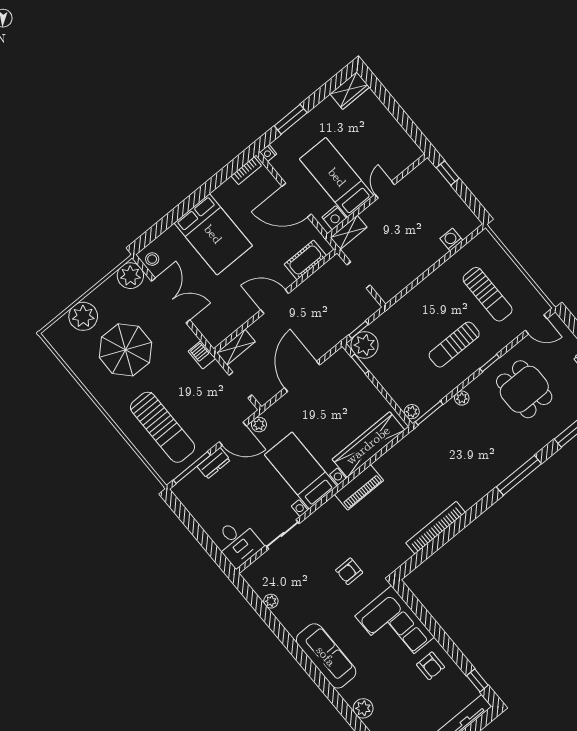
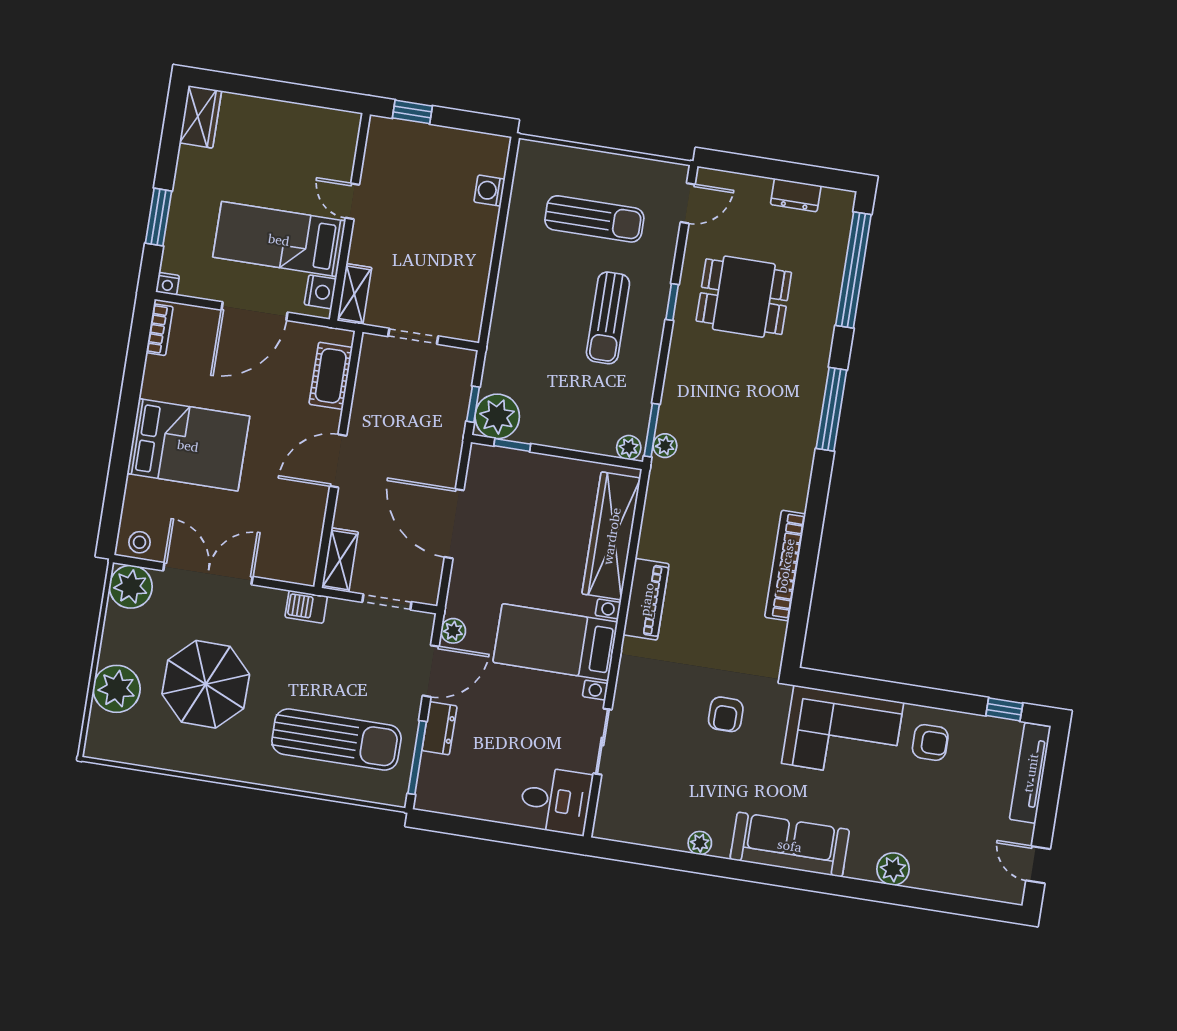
plant: (462, 398) -> (665, 446), moved
plant: (271, 601) -> (700, 843), moved

